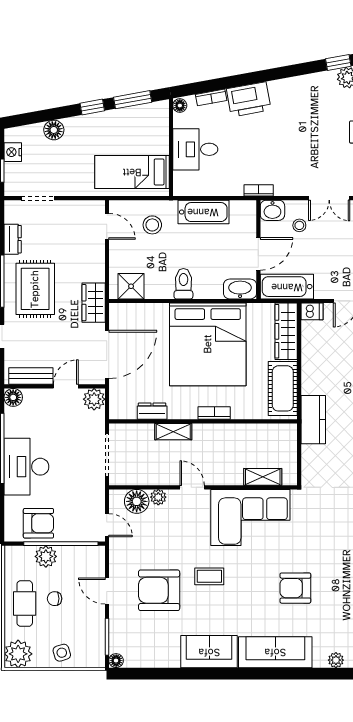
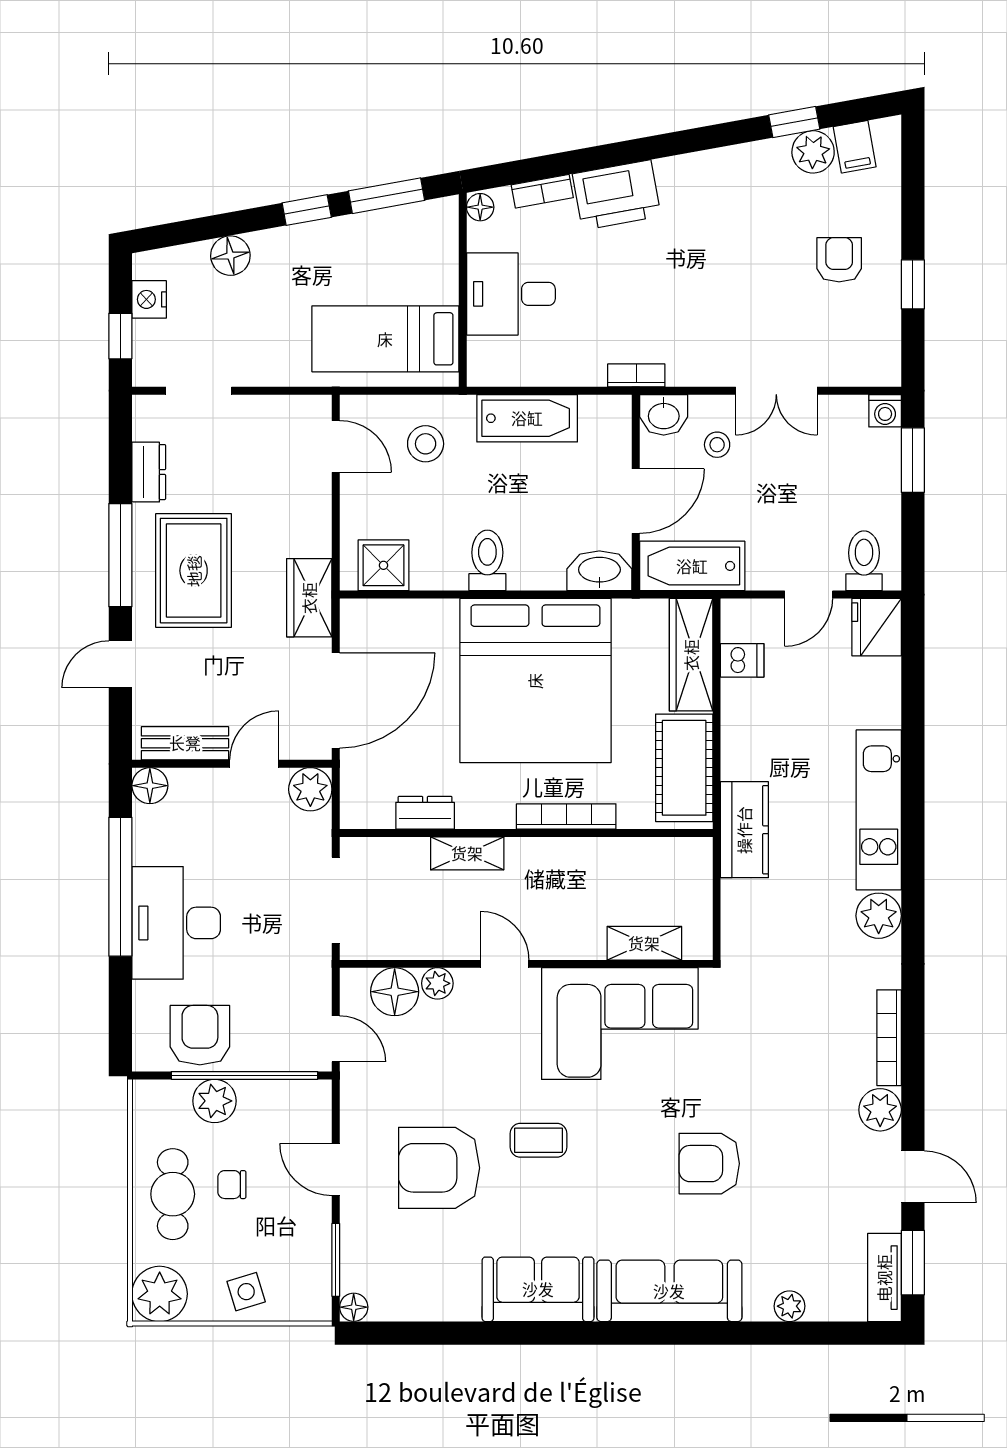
dishwasher: (312, 311) -> (742, 660), moved
bookcase: (214, 413) -> (566, 816), width x1.56
armchair: (38, 523) -> (200, 1035), turned -90

